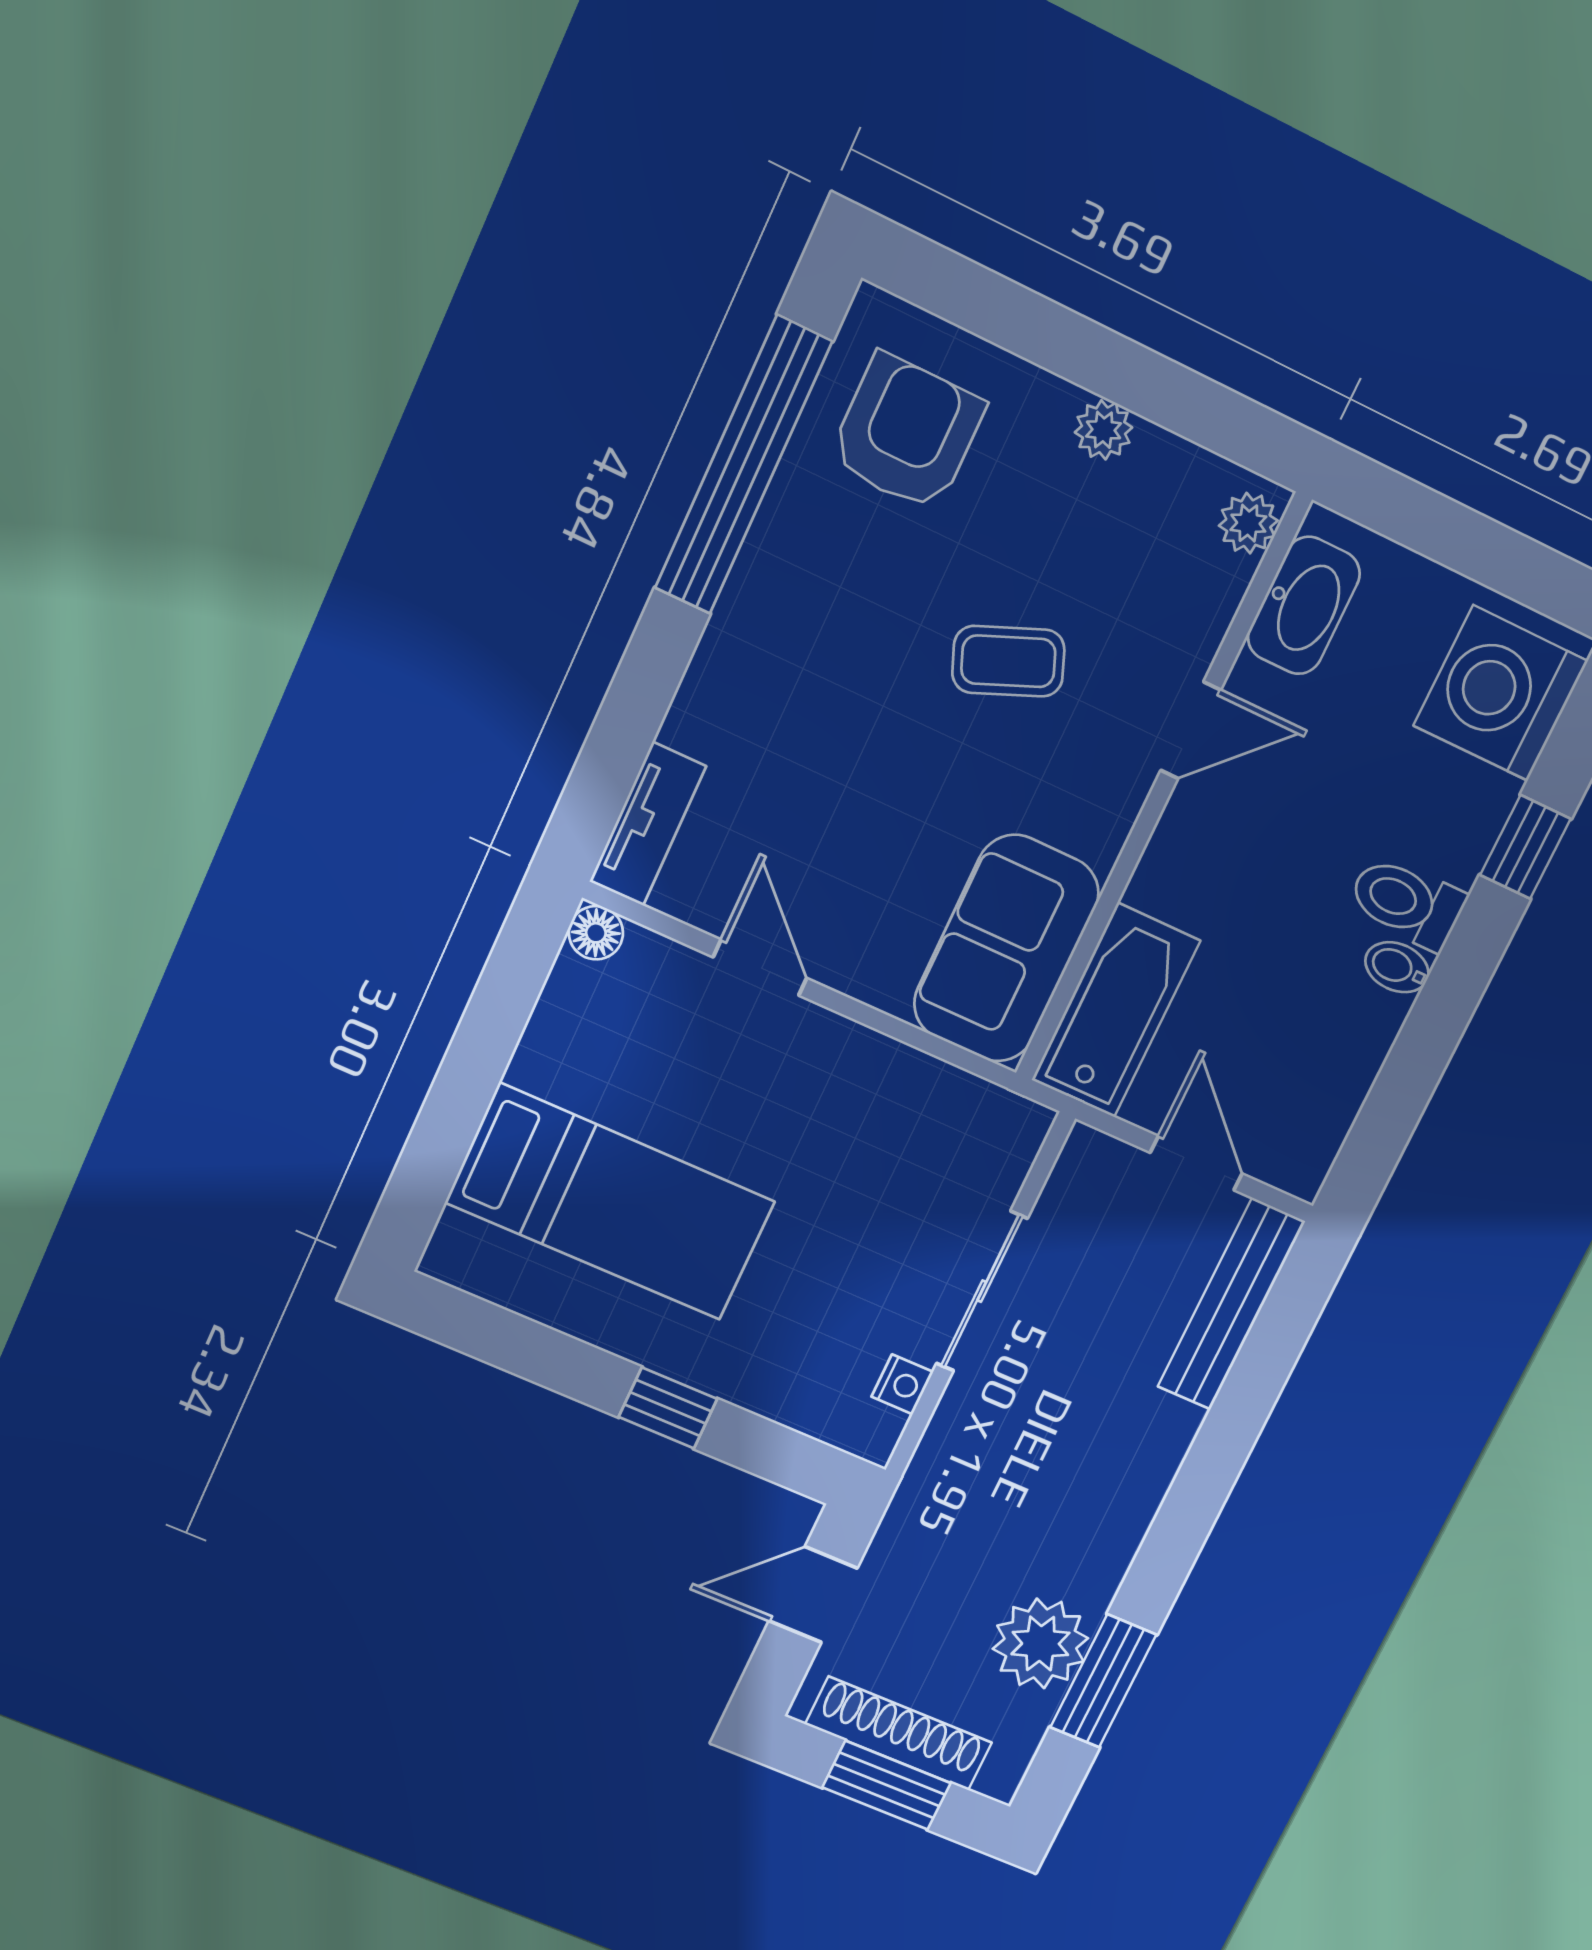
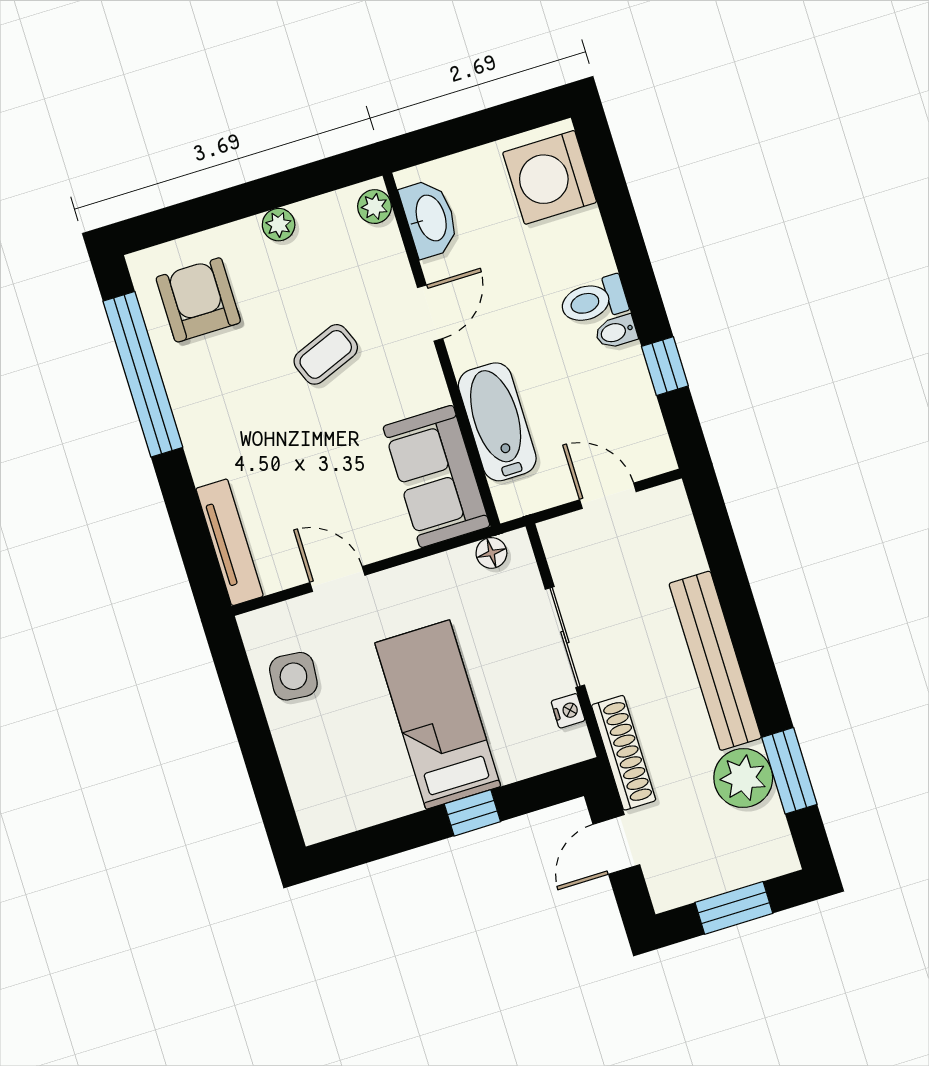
tv unit: (648, 824) -> (230, 542), width x1.41
window: (1525, 847) -> (665, 366), moved
floor lamp: (596, 933) -> (491, 553), moved
bathtub: (1116, 1010) -> (497, 422), moved
side table: (590, 1043) -> (293, 676), added
bed: (610, 1202) -> (438, 715), moved, turned -90
bench: (1231, 1304) -> (715, 661), moved, width x1.37, depth x1.21
shoe rack: (899, 1733) -> (624, 753), moved, turned 90

